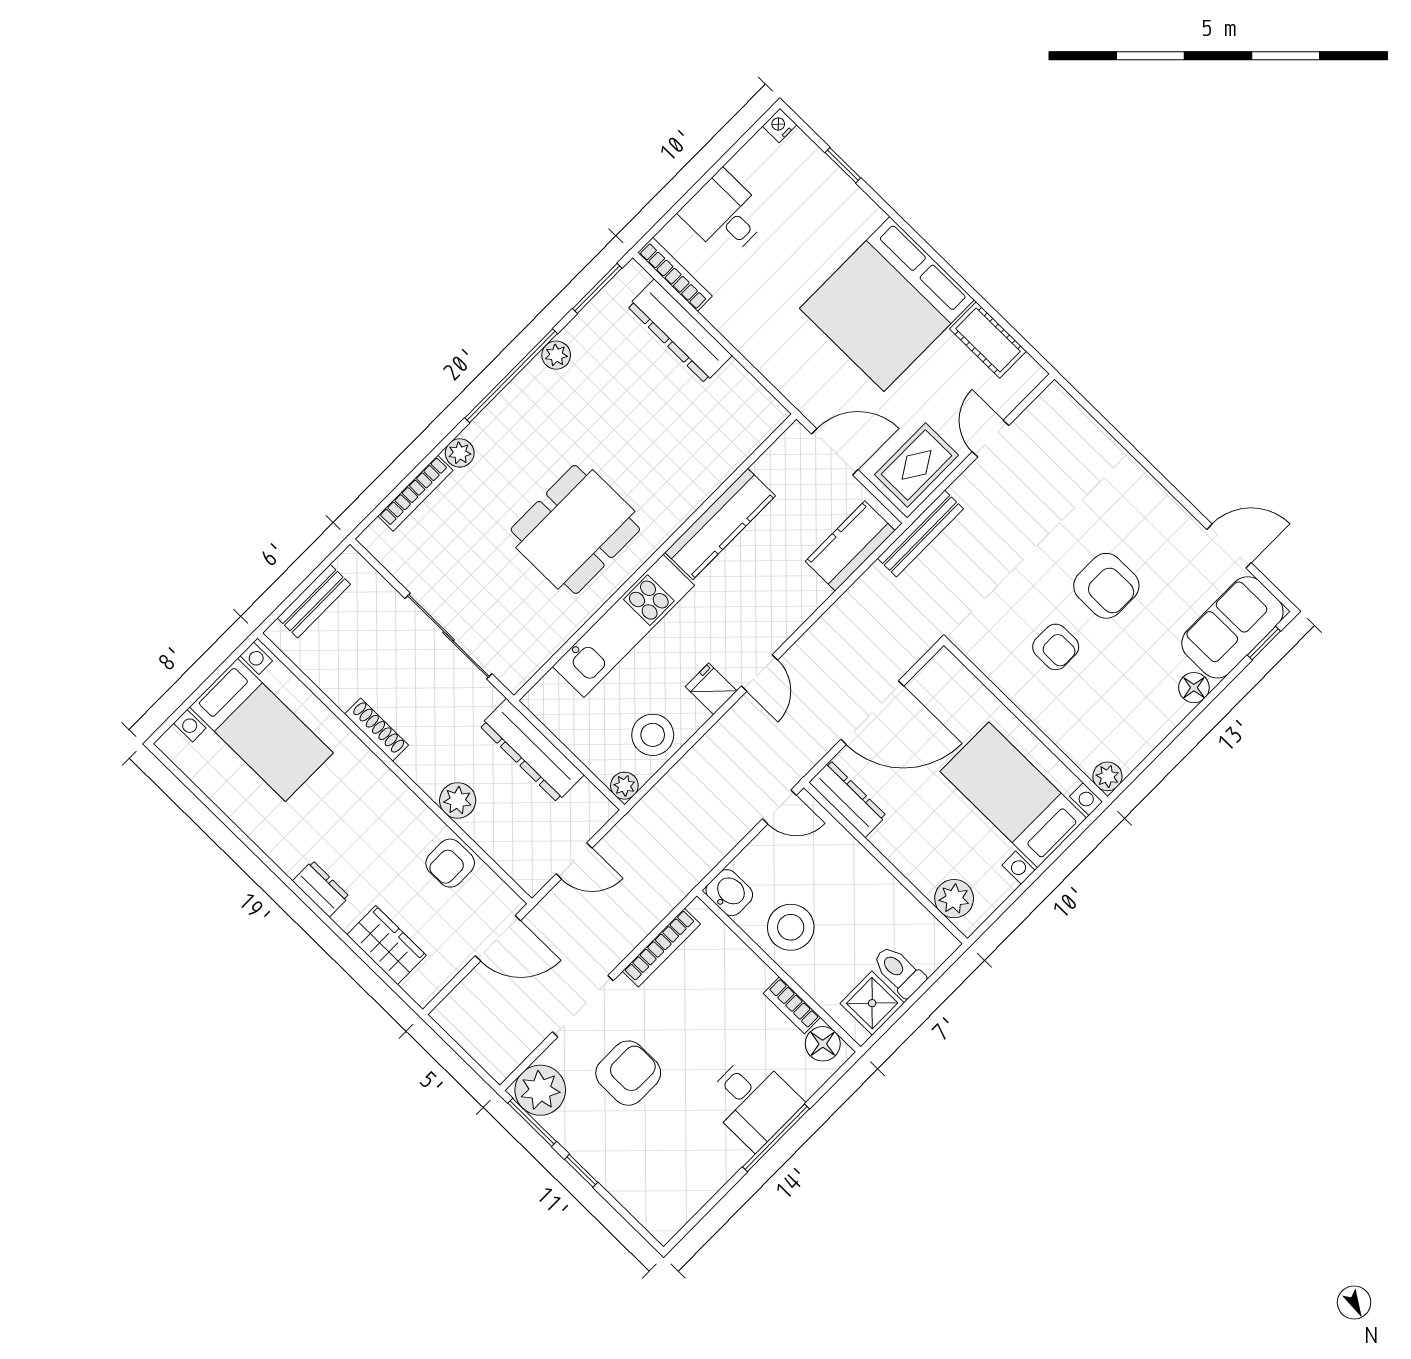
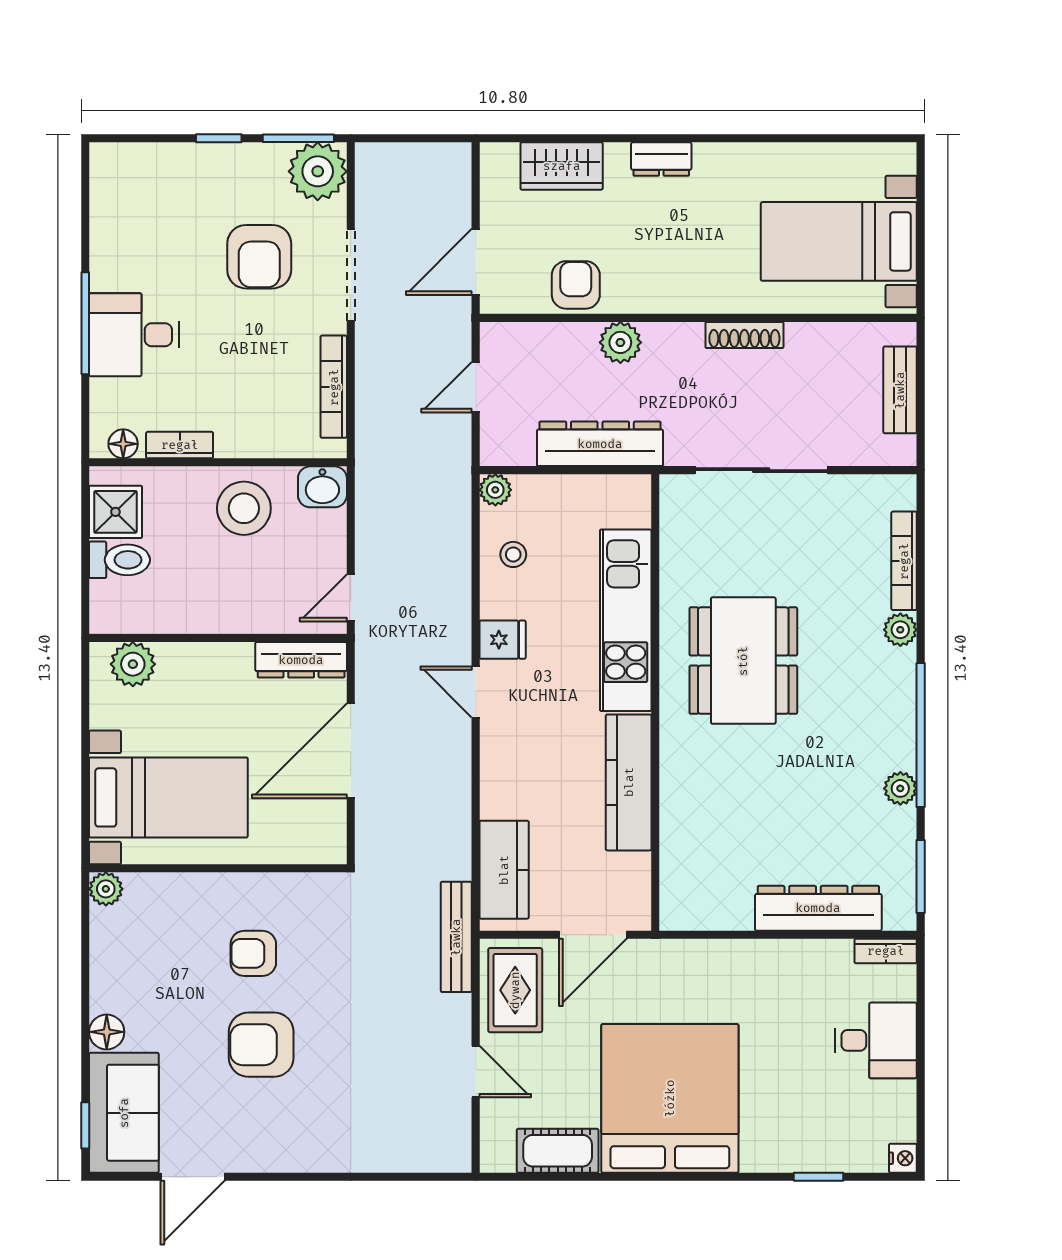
bookcase: (675, 274) -> (886, 951), width x0.64
stool: (653, 735) -> (513, 554), width x0.53, depth x0.53
floor lamp: (823, 1044) -> (123, 444), width x0.73, depth x0.73

